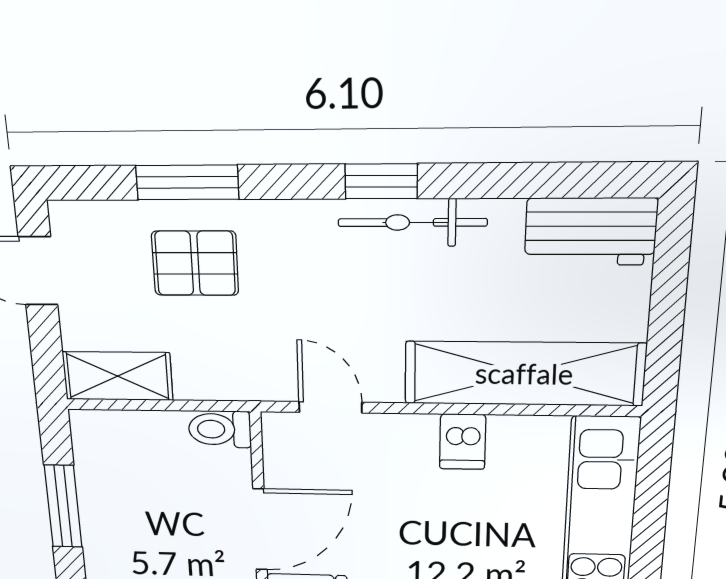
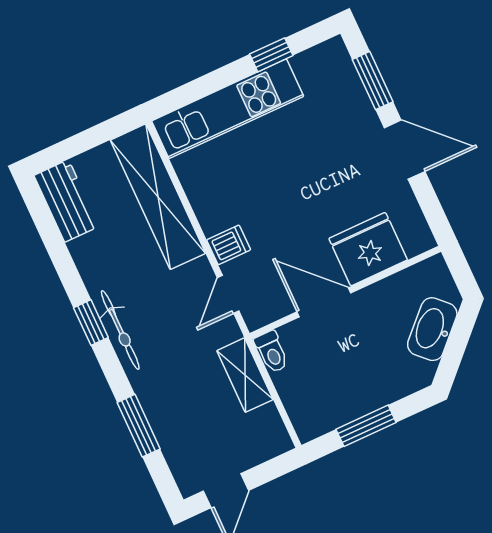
bicycle: (412, 222) -> (120, 330), moved
pallet: (195, 263) -> (181, 404), removed
shelving: (118, 376) -> (245, 375), moved
dishwasher: (463, 442) -> (229, 245), moved

